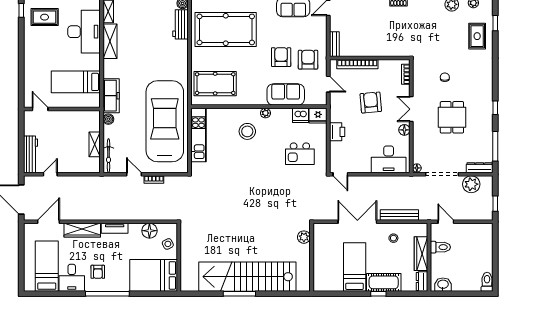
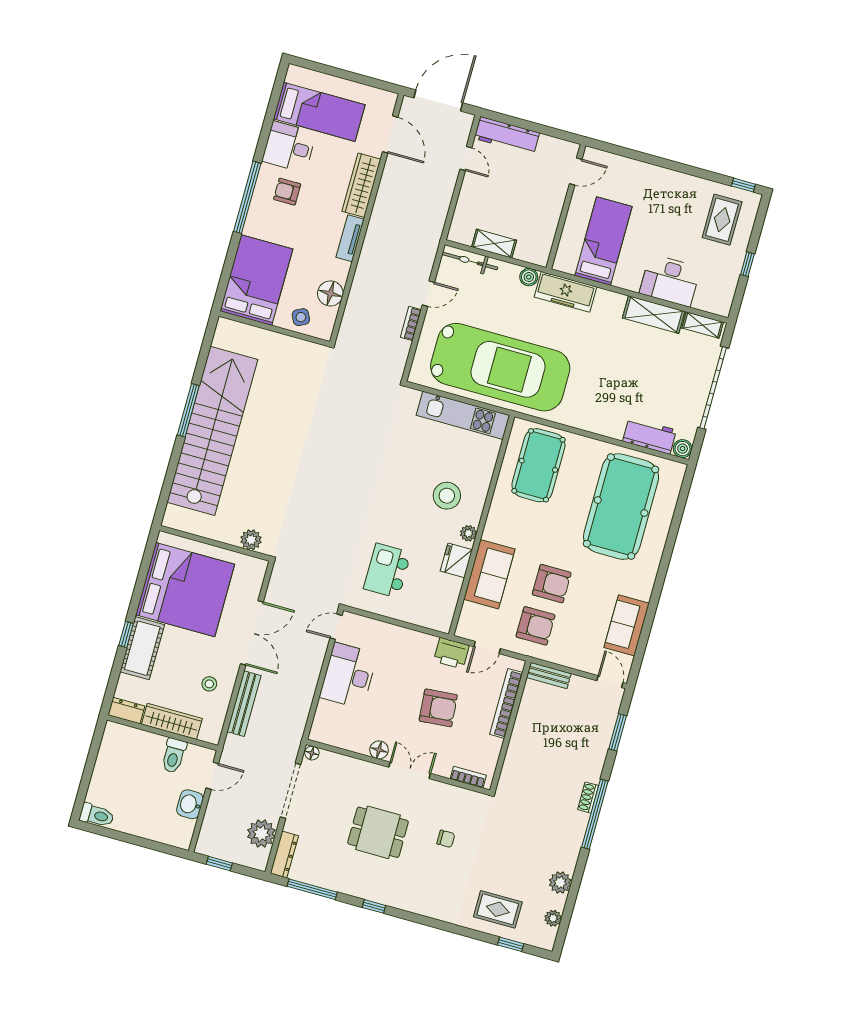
desk: (84, 32) -> (670, 280), width x0.73, depth x0.77
dishwasher: (301, 115) -> (449, 589), removed
fridge: (318, 116) -> (456, 560), moved
printer: (337, 132) -> (451, 653), moved
desk: (389, 159) -> (348, 676), moved
bed: (355, 267) -> (185, 590), width x2.04
washbasin: (443, 285) -> (190, 804), moved, turned 180

